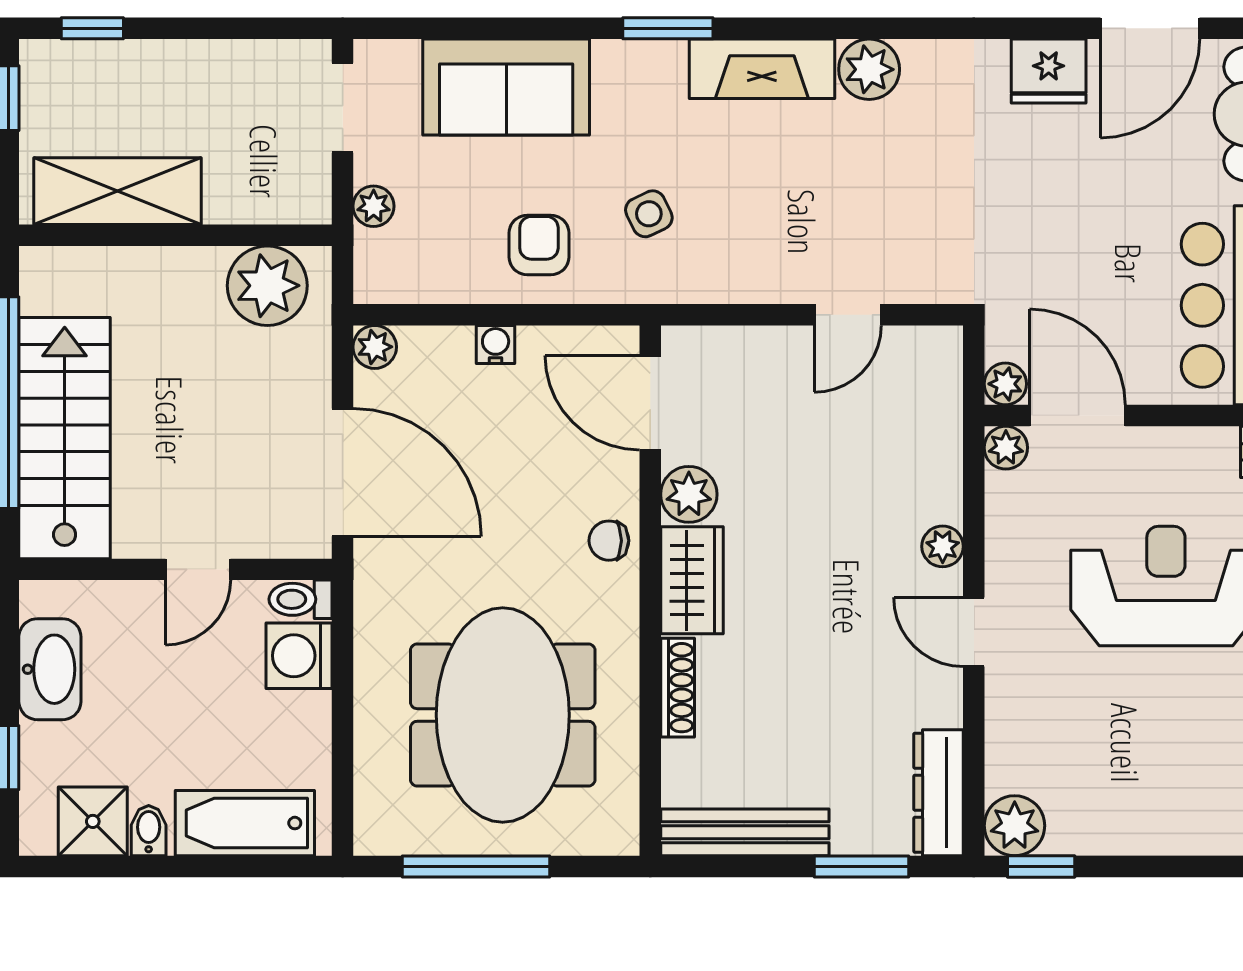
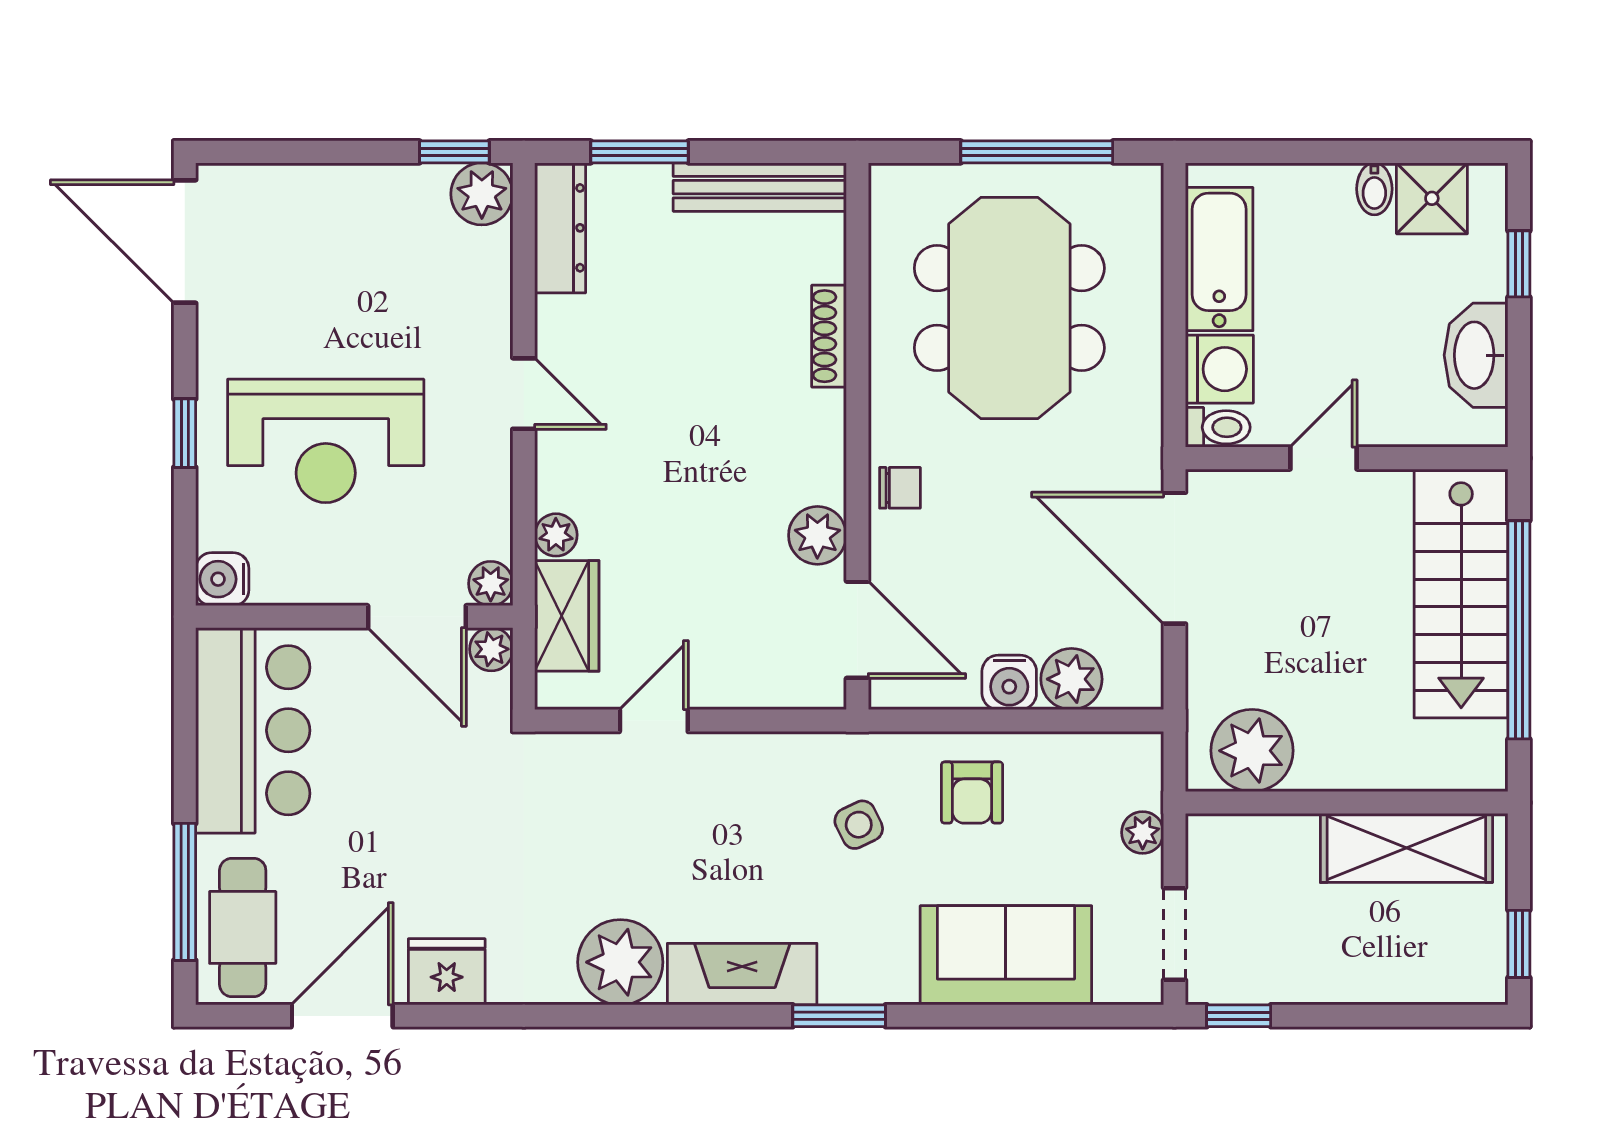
window: (92, 28) -> (1239, 1016), moved
plant: (869, 69) -> (620, 962), width x1.36, depth x1.36
water cooler: (496, 345) -> (1009, 682), width x1.38, depth x1.38
plant: (375, 347) -> (1071, 679), moved, width x1.38, depth x1.38
plant: (943, 546) -> (556, 535), moved
wardrobe: (692, 580) -> (567, 616), moved, turned 180
bathtub: (245, 823) -> (1219, 259), moved, turned -90

